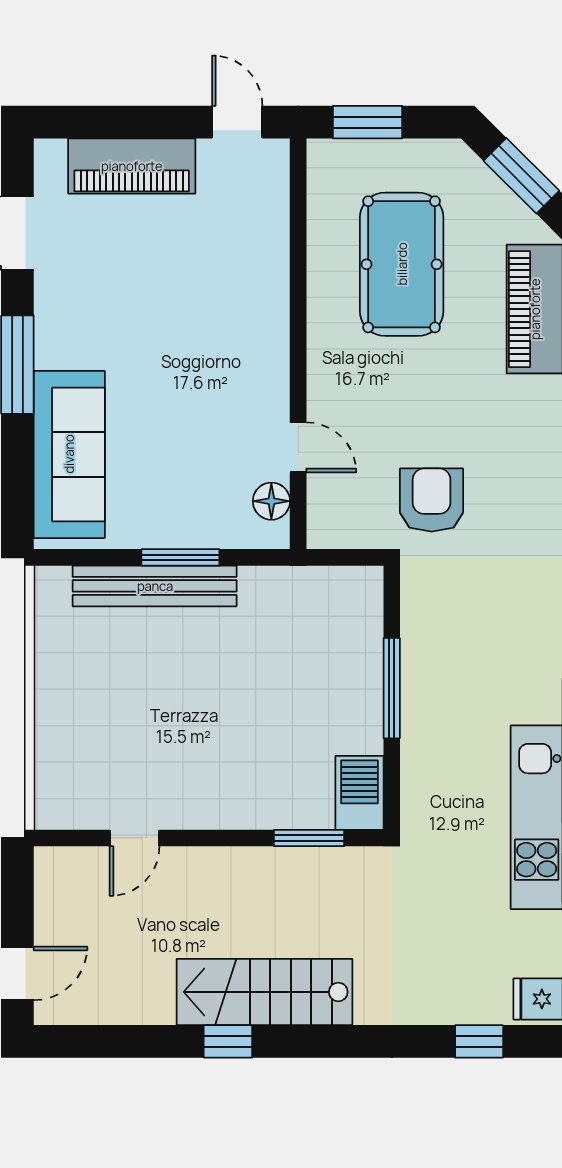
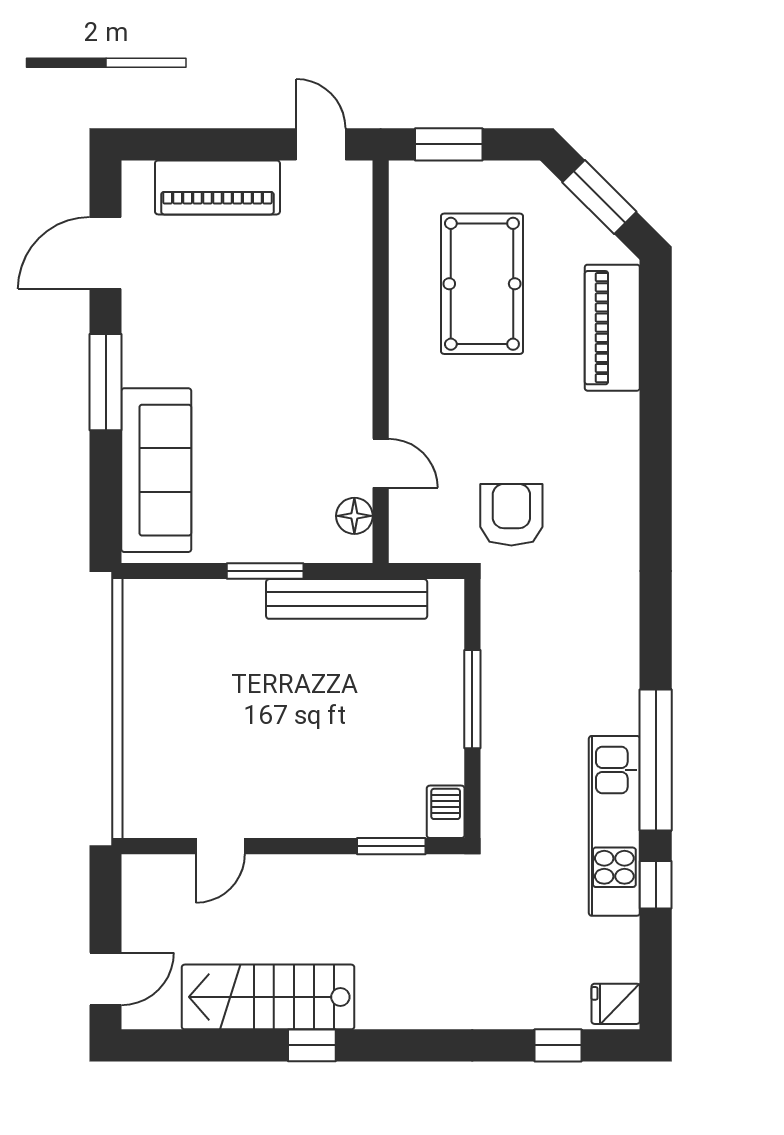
bench: (155, 586) -> (347, 599), moved
barbecue: (359, 793) -> (446, 812), width x0.73, depth x0.79
stairs: (264, 992) -> (268, 997), moved

